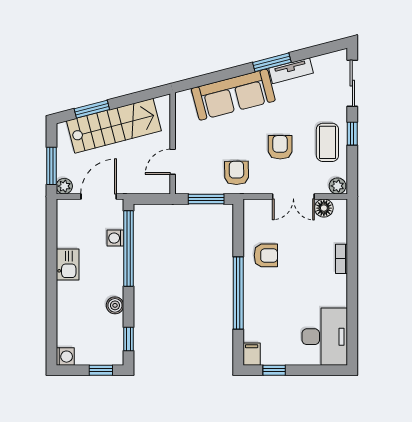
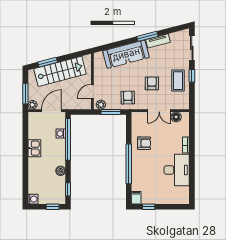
plant: (338, 186) -> (101, 105), moved
desk: (325, 337) -> (177, 170), moved

